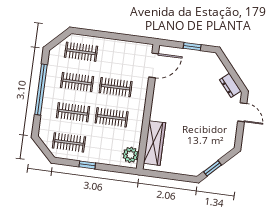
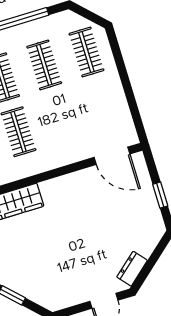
clothes rail: (116, 87) -> (61, 119), removed

